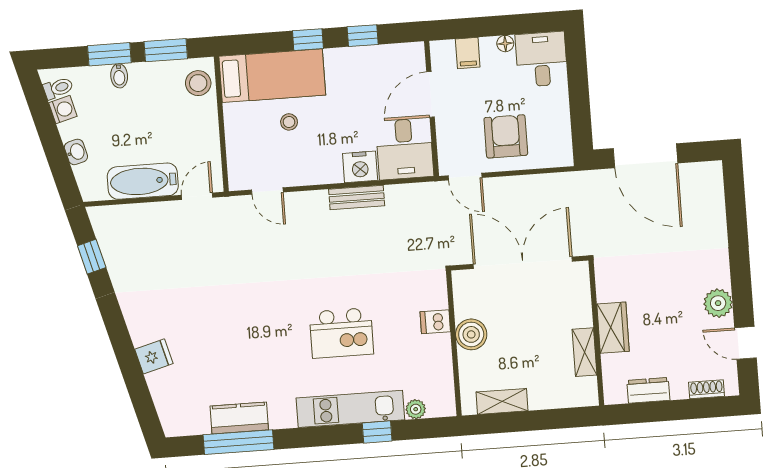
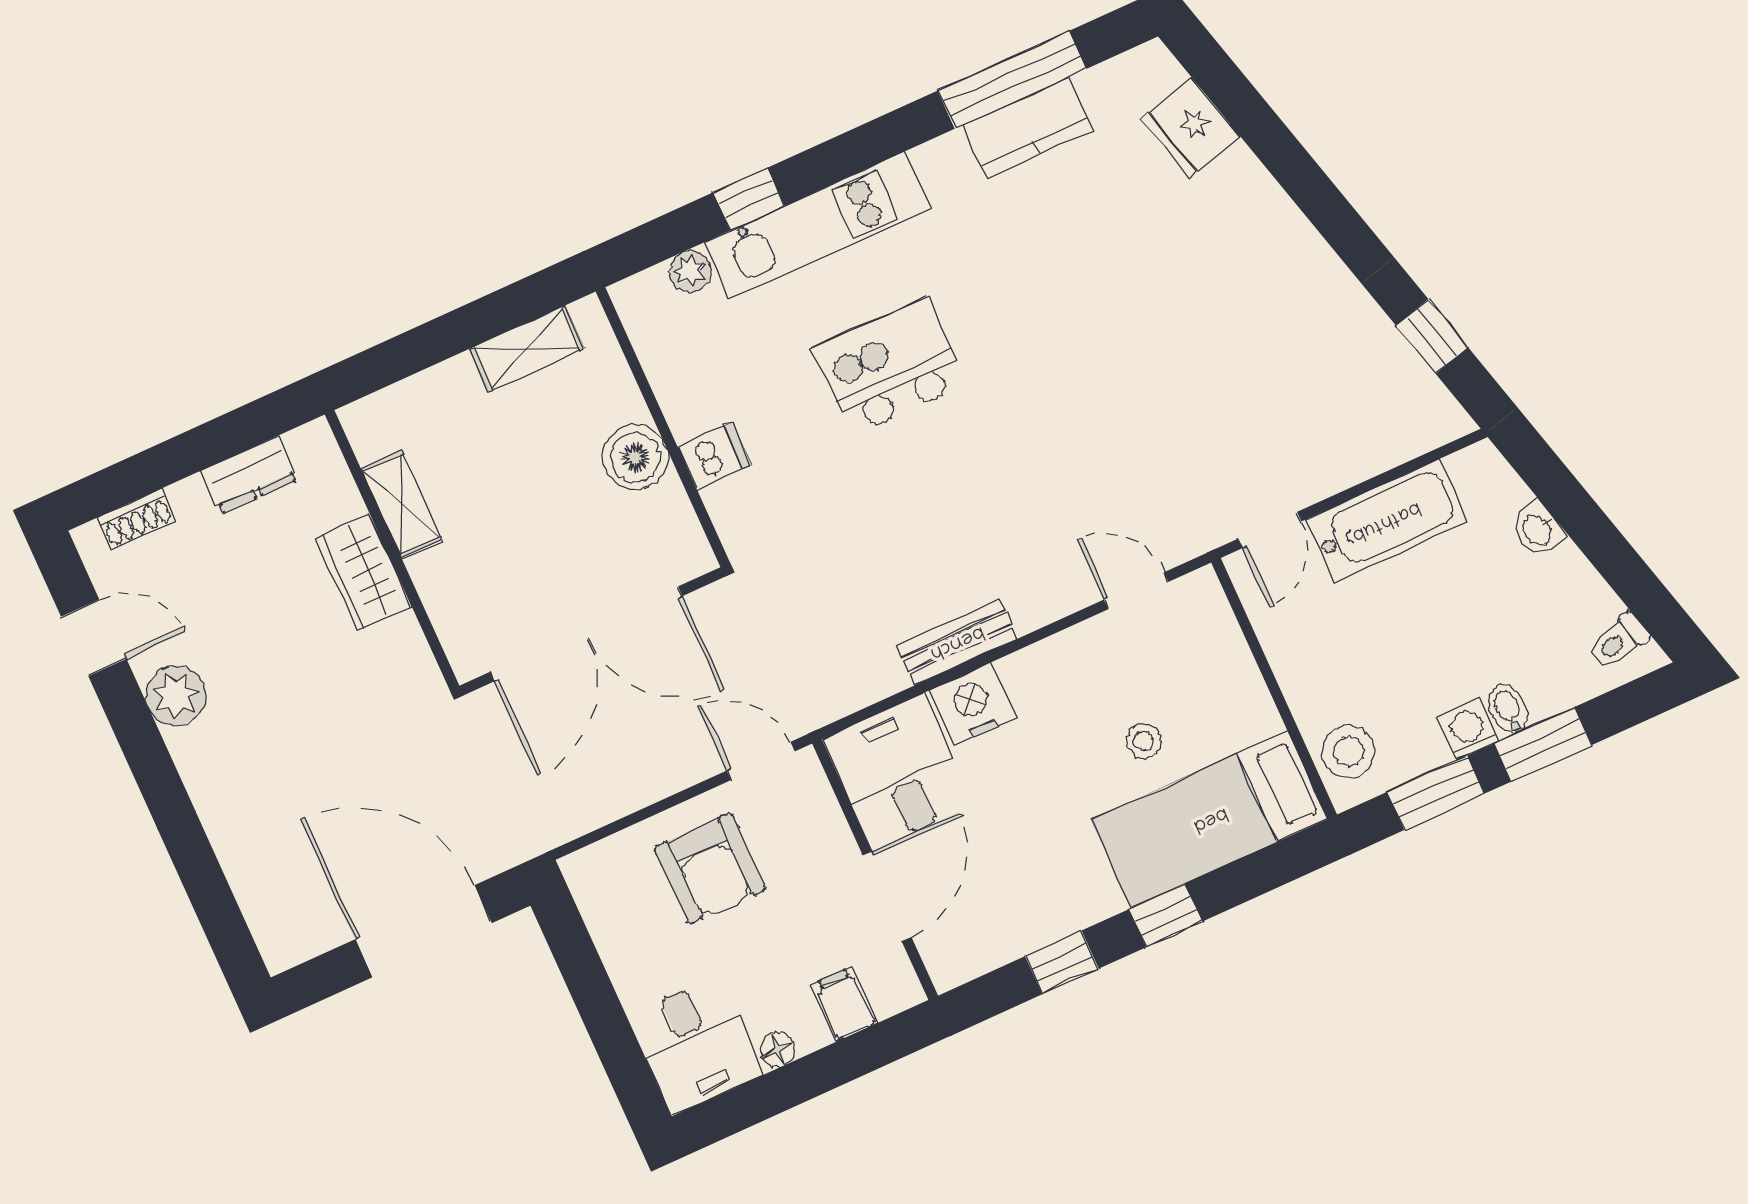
washing machine: (63, 110) -> (1468, 729), moved, turned 105
fridge: (154, 356) -> (1190, 127), moved, width x1.38

